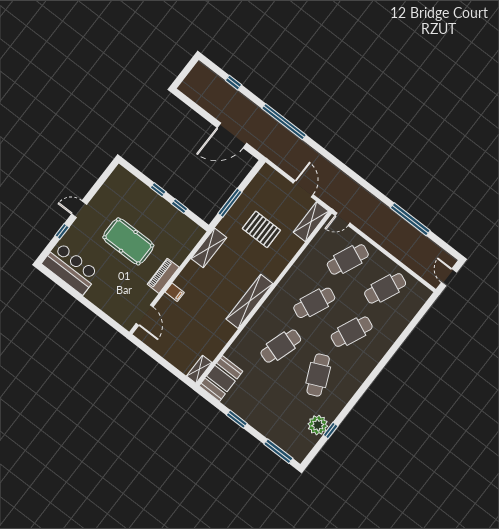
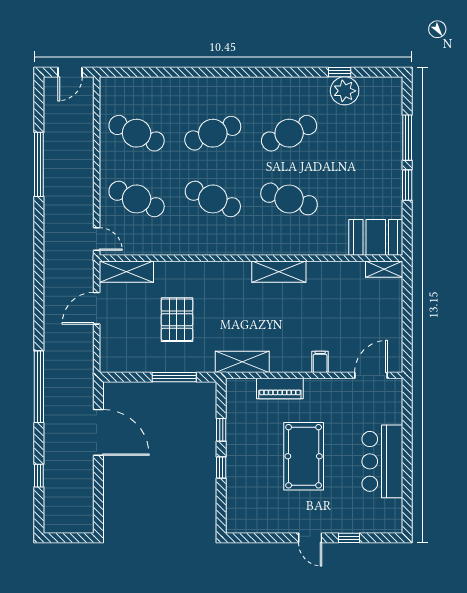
bar counter: (71, 268) -> (382, 461), moved
piano: (163, 276) -> (280, 389), moved
shelving: (250, 301) -> (279, 272), width x0.68
cafe table: (352, 332) -> (213, 133), turned -45
window: (278, 451) -> (407, 138), moved

